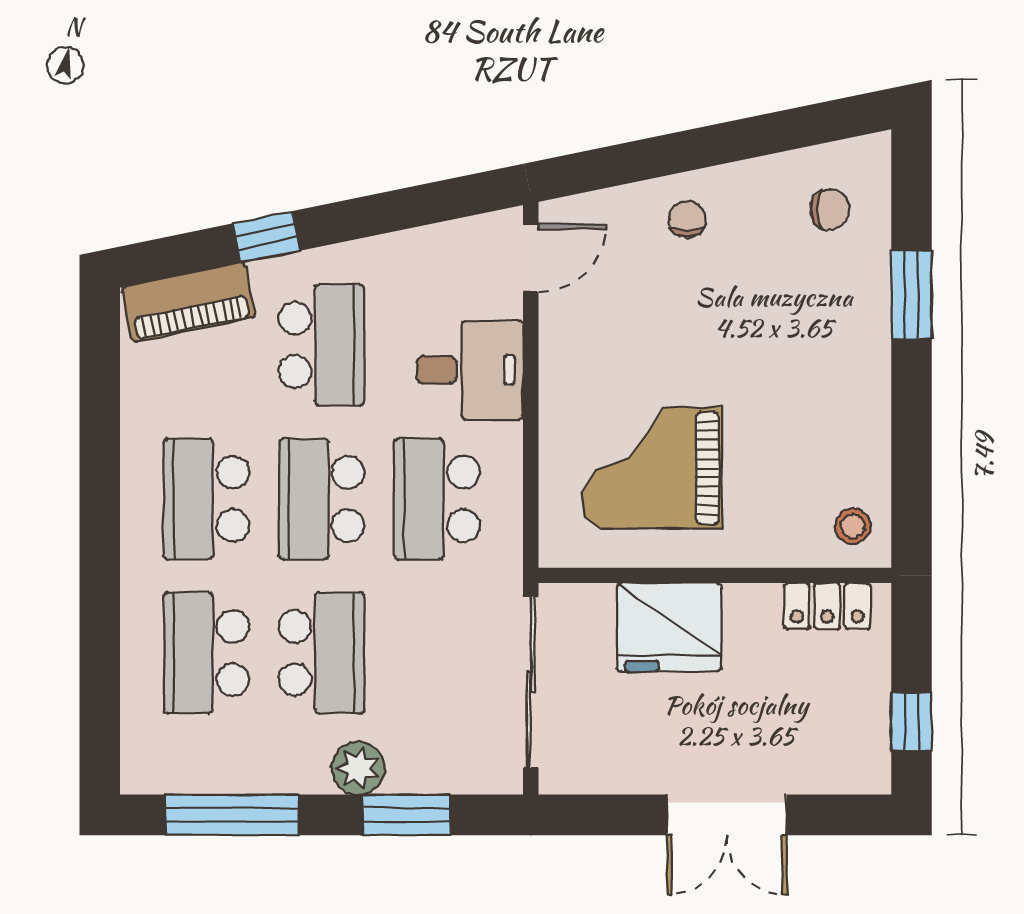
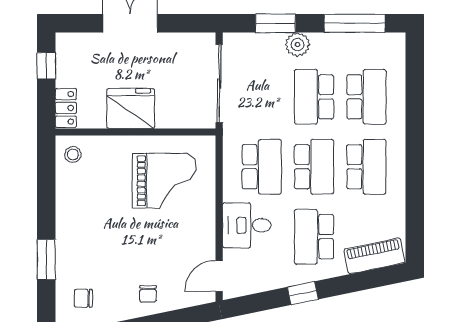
window: (266, 237) -> (303, 293), moved
locker: (827, 606) -> (66, 108), moved, turned 90
fridge: (669, 627) -> (131, 109), moved

